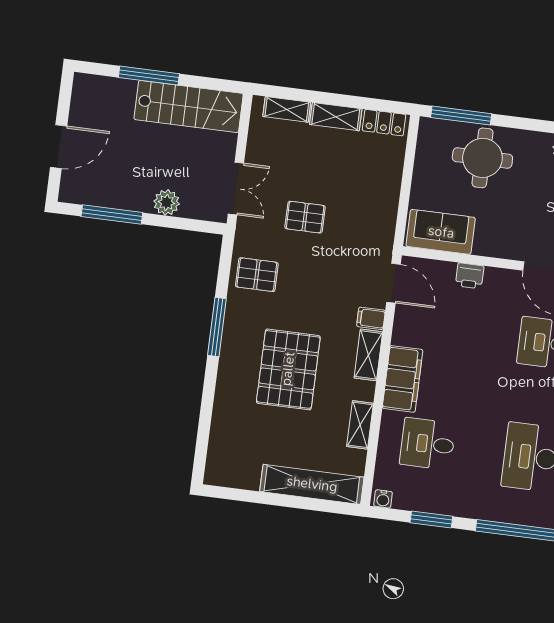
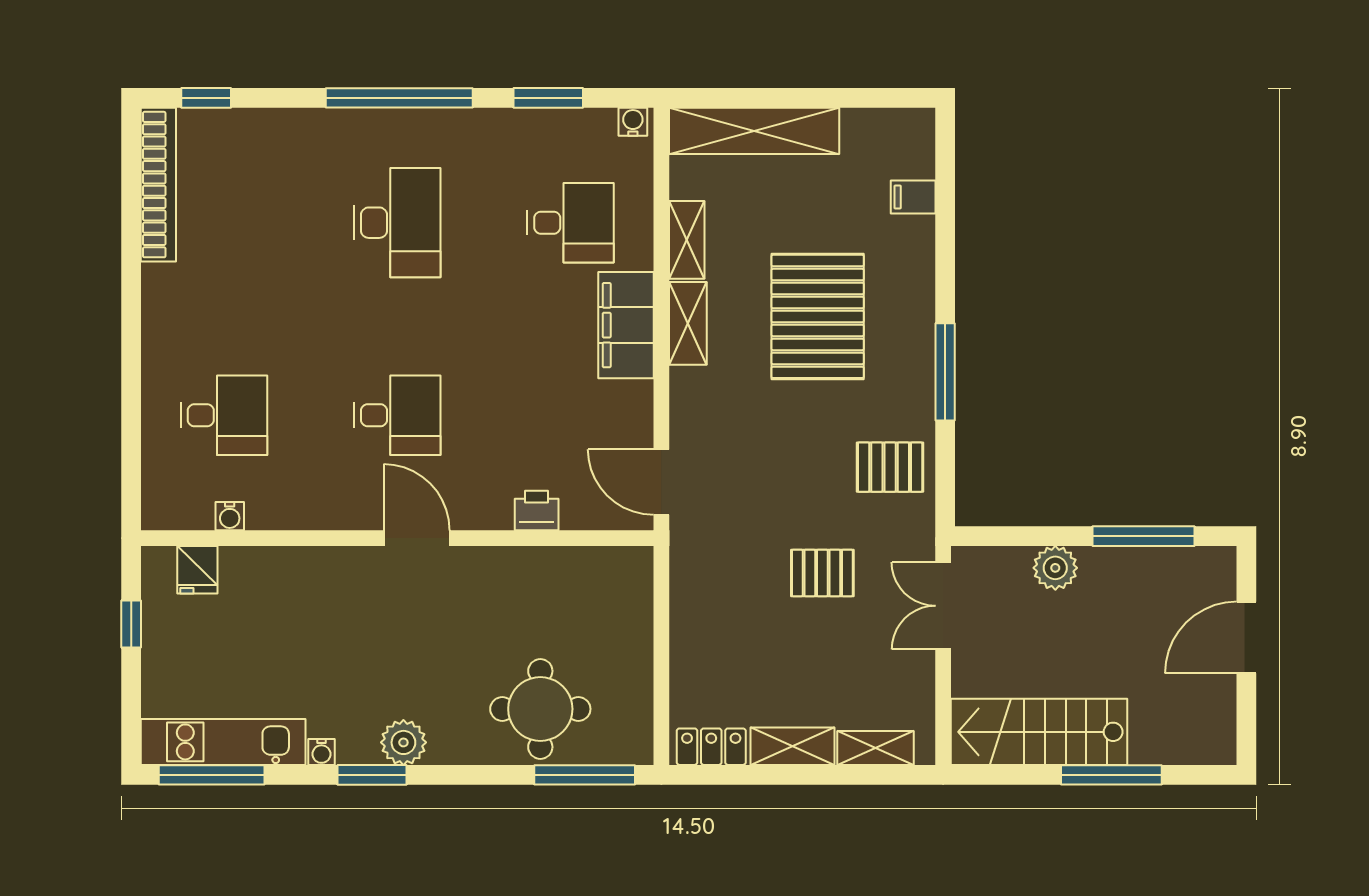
sofa: (441, 232) -> (594, 577), removed
filing cabinet: (371, 318) -> (913, 197), moved, turned 180
shelving: (368, 355) -> (688, 323), moved

